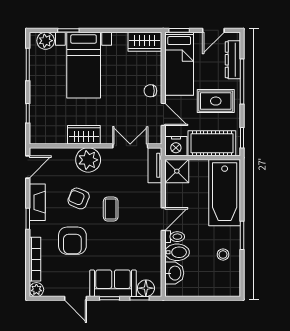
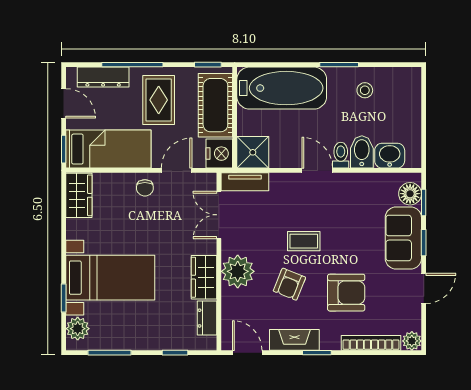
dresser: (53, 137) -> (207, 318), added

